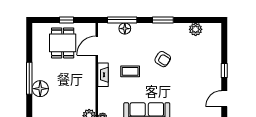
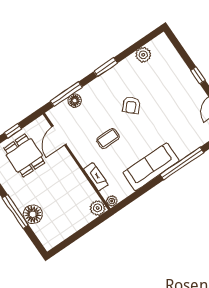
armchair: (163, 59) -> (131, 105), turned 101
fireplace: (103, 75) -> (96, 177), moved

